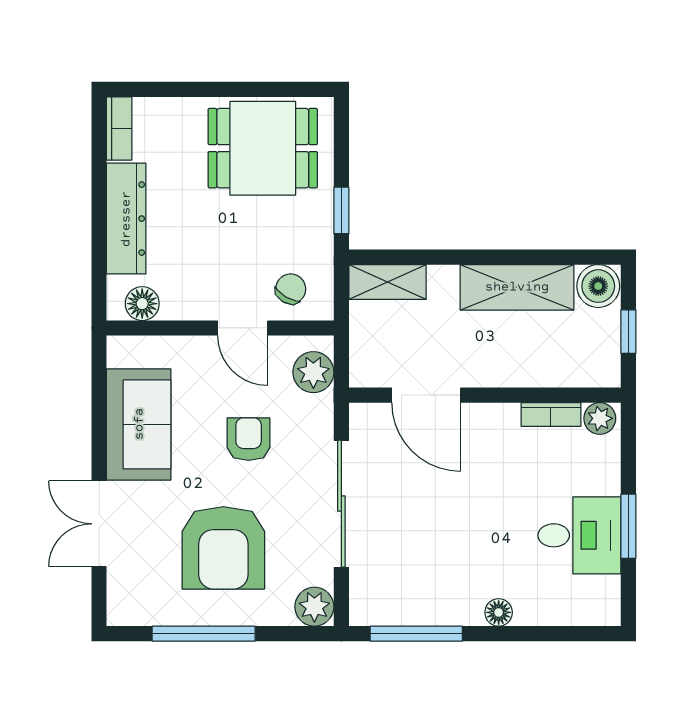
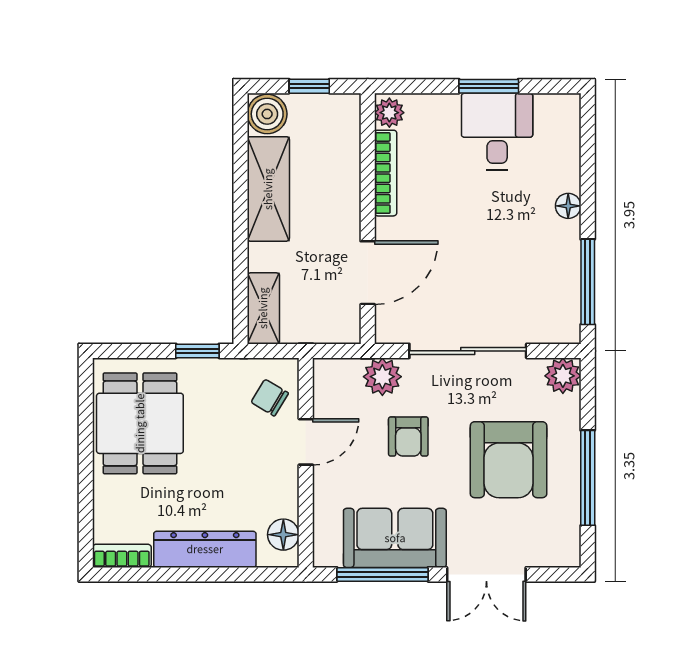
plant: (313, 372) -> (382, 377), moved
window: (99, 411) -> (382, 574), added
bookcase: (551, 414) -> (386, 173), width x1.56
armchair: (249, 439) -> (408, 437), turned -90
armchair: (223, 548) -> (509, 460), turned 90

